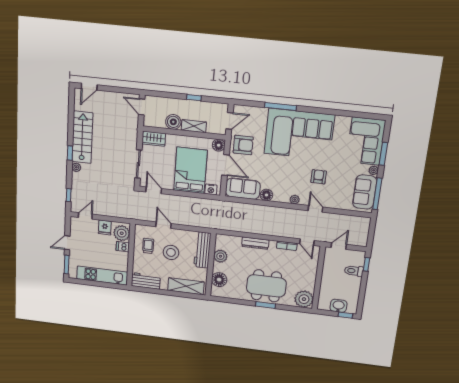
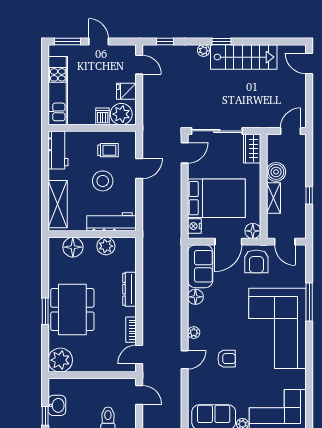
sliding door: (138, 164) -> (217, 131), width x1.37

